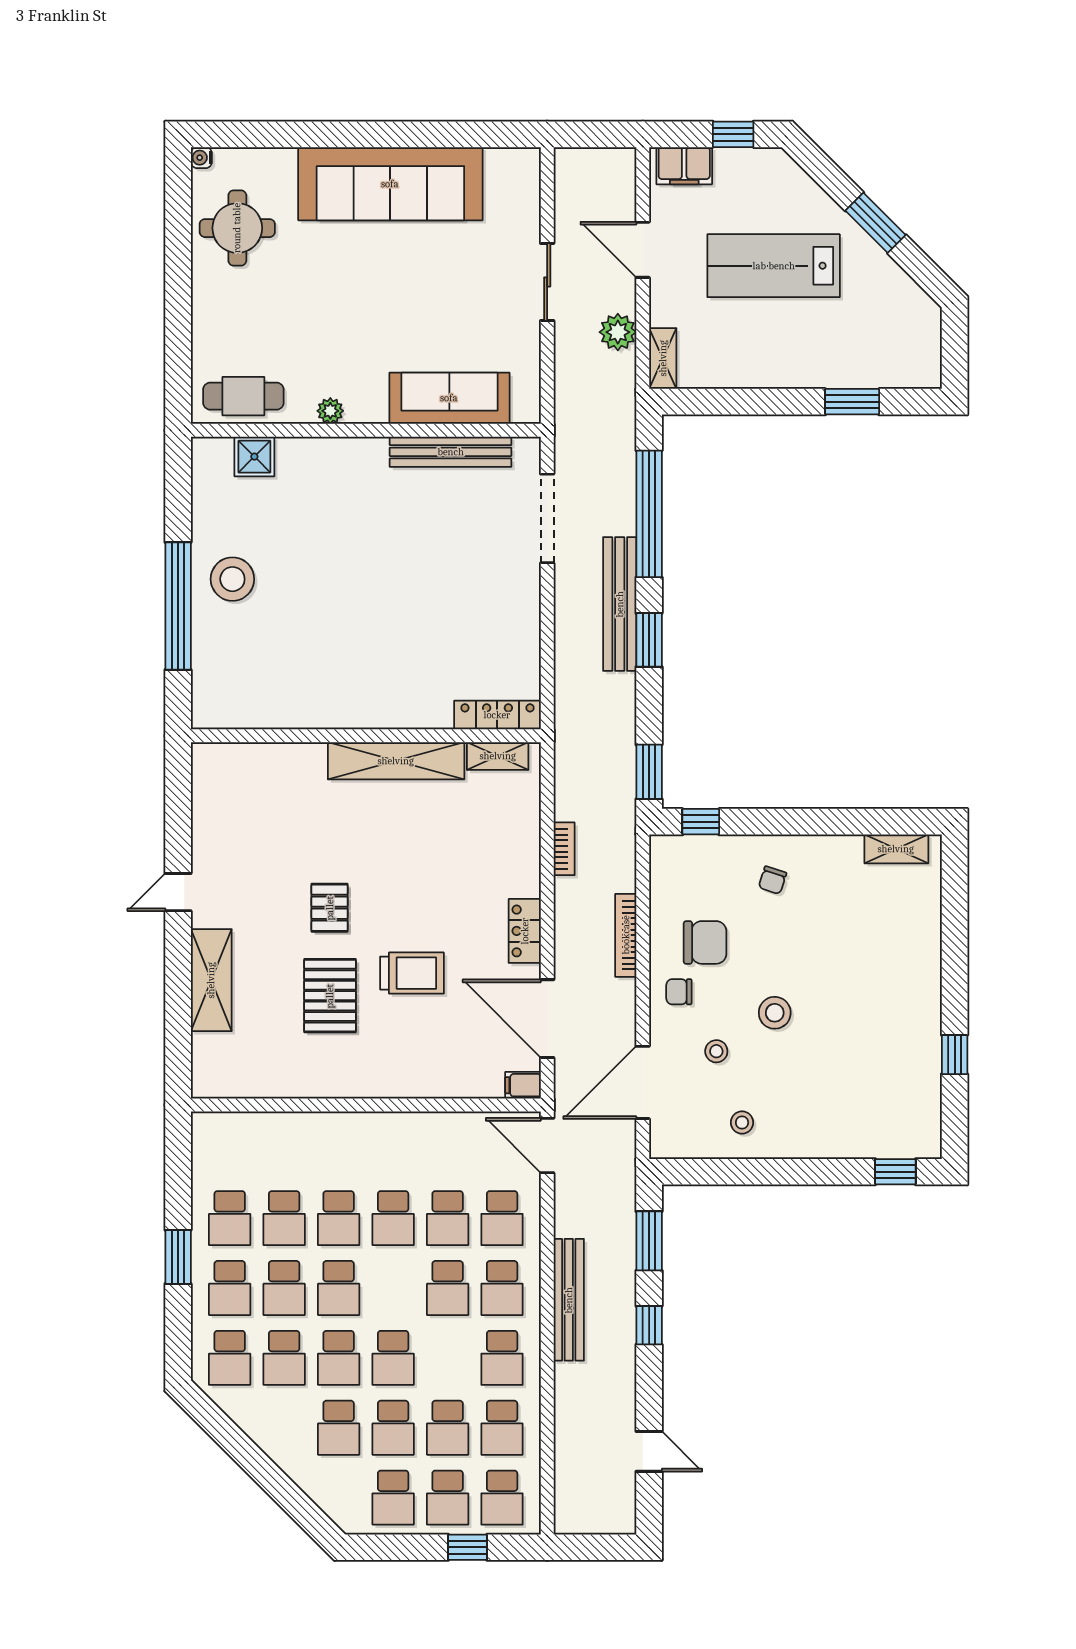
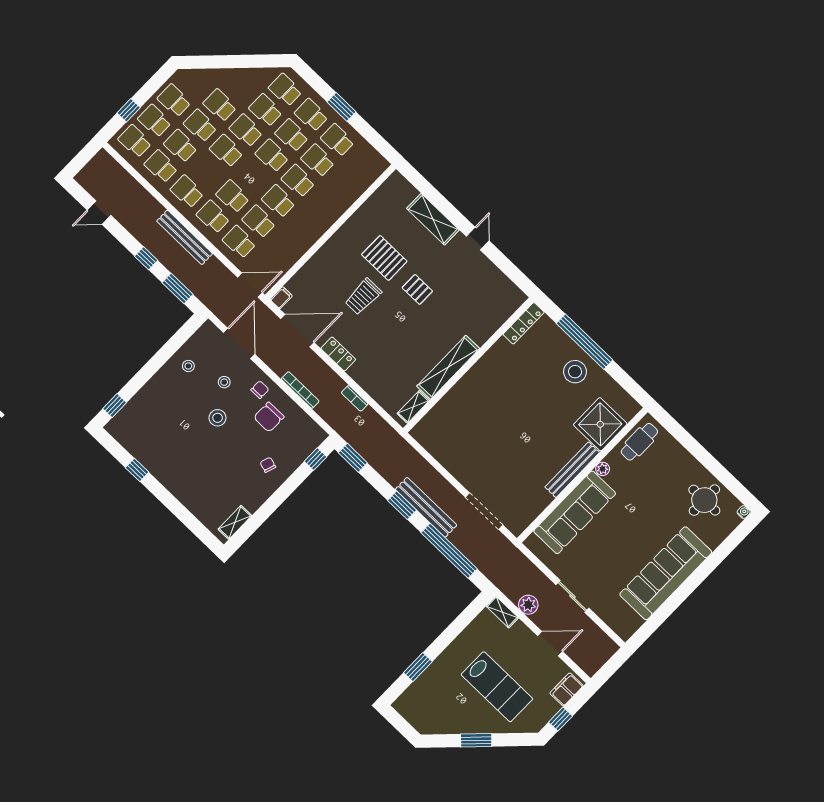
lab bench: (774, 266) -> (497, 687), turned 90
sofa: (449, 398) -> (575, 512), width x1.36, depth x1.27
bench: (451, 452) -> (572, 470), moved
shower: (254, 457) -> (600, 424), width x1.86, depth x1.86
locker: (497, 715) -> (524, 323), moved

